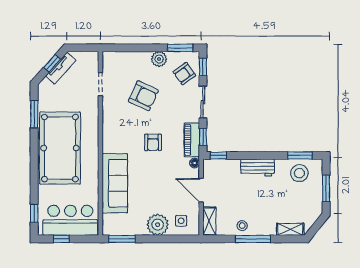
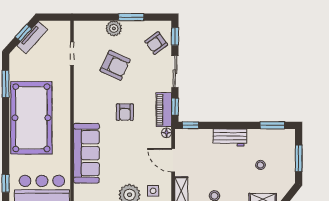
window: (180, 48) -> (131, 17), moved
plant: (159, 59) -> (114, 28), moved
stool: (299, 173) -> (261, 165), moved, width x0.53, depth x0.53

